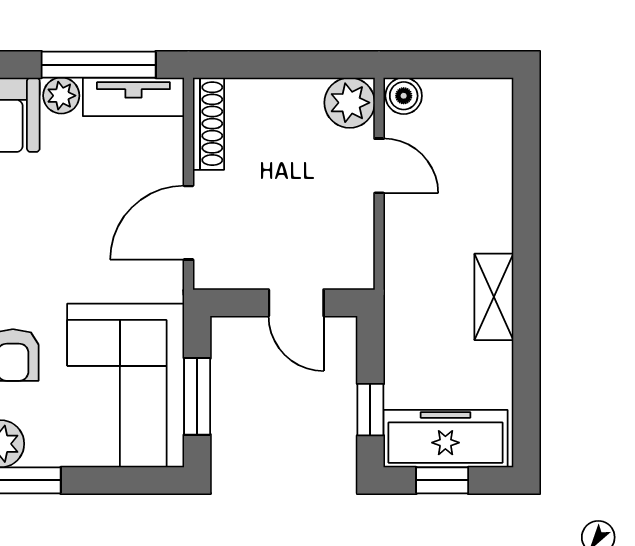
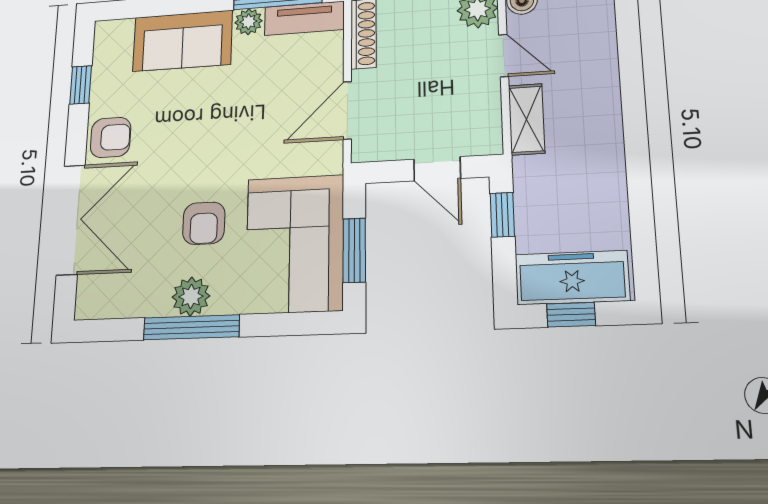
shelving: (494, 297) -> (527, 119), moved
window: (370, 410) -> (502, 215), moved

